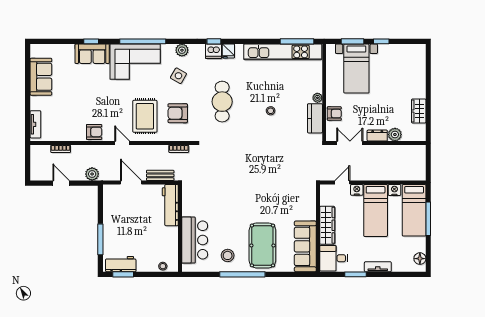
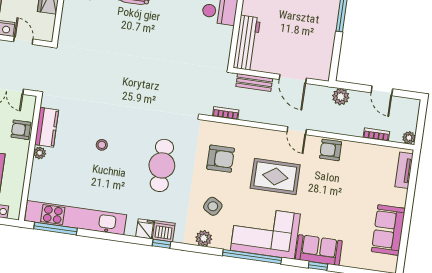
rug: (145, 116) -> (275, 176), moved, turned 90
plant: (35, 150) -> (409, 138), added
door: (342, 182) -> (23, 40), swing flipped

